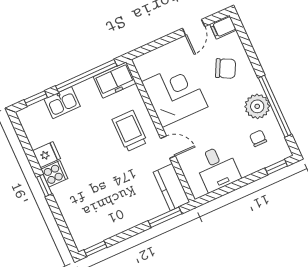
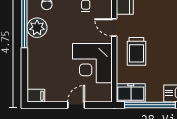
door: (194, 27) -> (76, 105), moved
chair: (226, 68) -> (47, 65), removed

